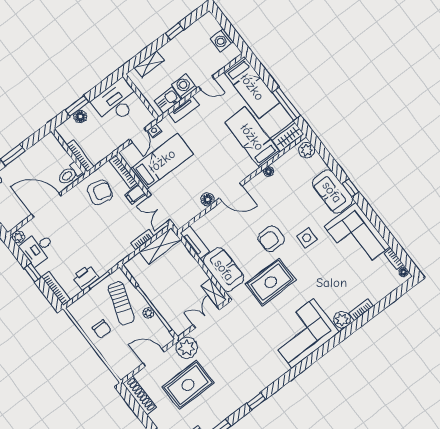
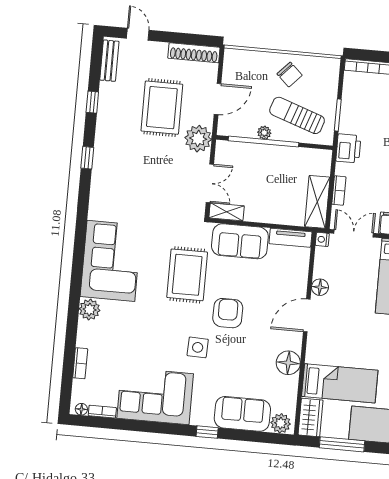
floor lamp: (269, 172) -> (288, 363), width x1.89, depth x1.89
sofa: (332, 192) -> (242, 414), moved
nightstand: (179, 223) -> (322, 239), added
printer: (86, 277) -> (348, 148), moved
bookcase: (361, 310) -> (80, 363), moved
chair: (102, 329) -> (290, 74), turned -137

